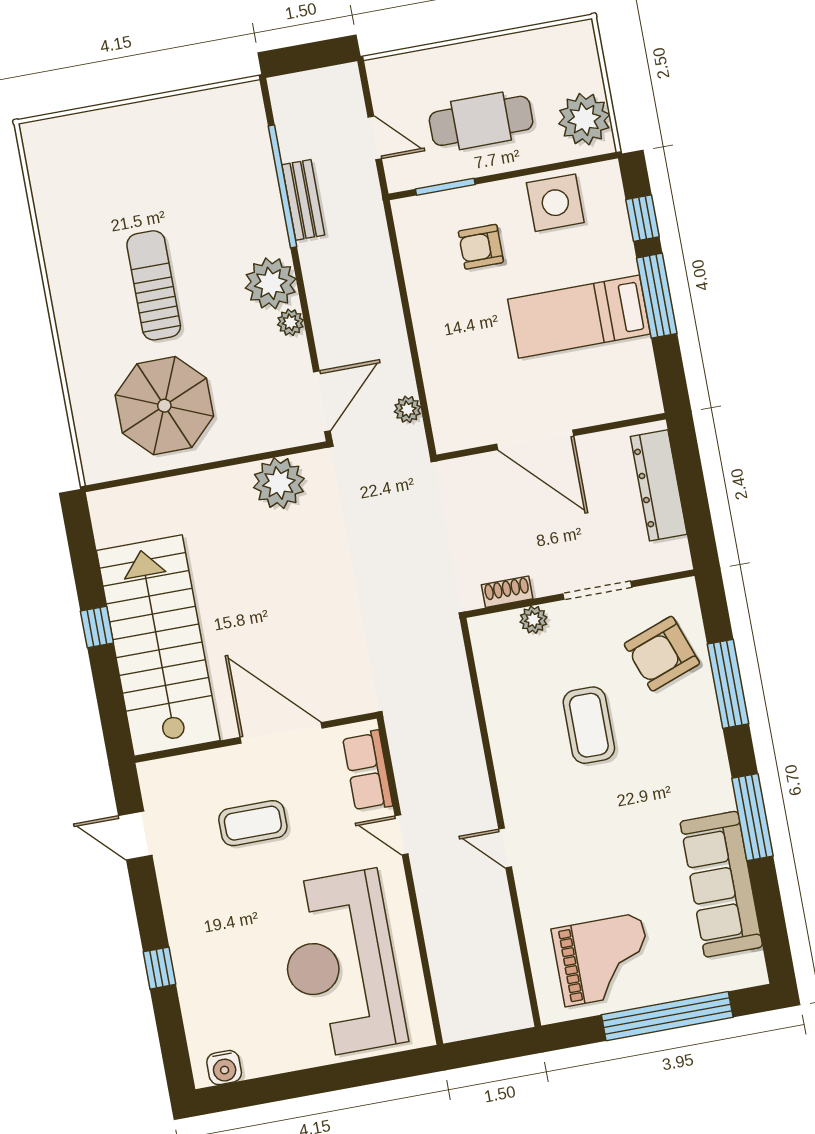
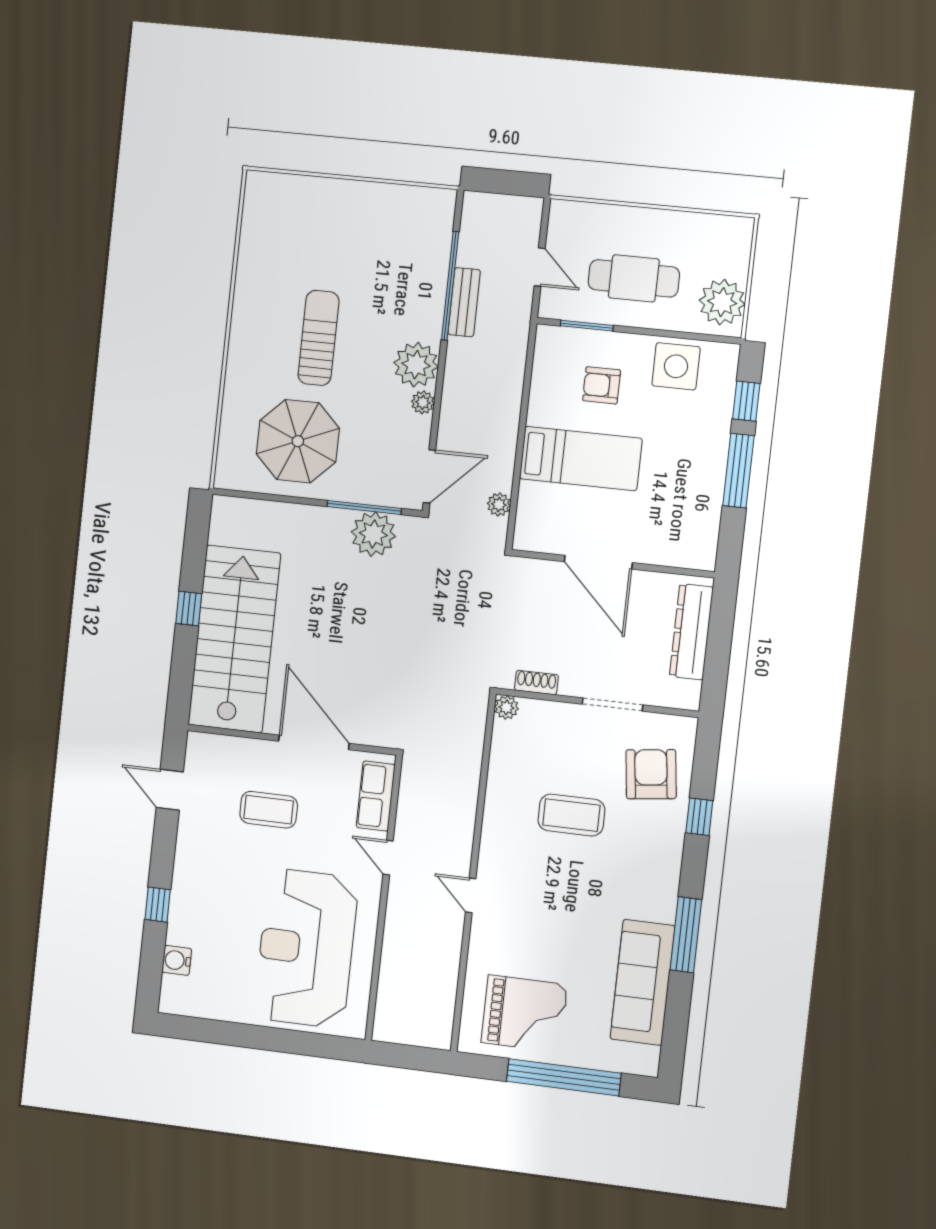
bed: (579, 317) -> (581, 459), moved, turned 180
window: (260, 457) -> (364, 507), added
plant: (533, 620) -> (506, 707), moved
armchair: (662, 654) -> (651, 774), turned 103
window: (728, 684) -> (699, 817), width x0.46
coffee table: (589, 725) -> (571, 815), turned 90
water cooler: (224, 1068) -> (177, 960), moved, turned 90

